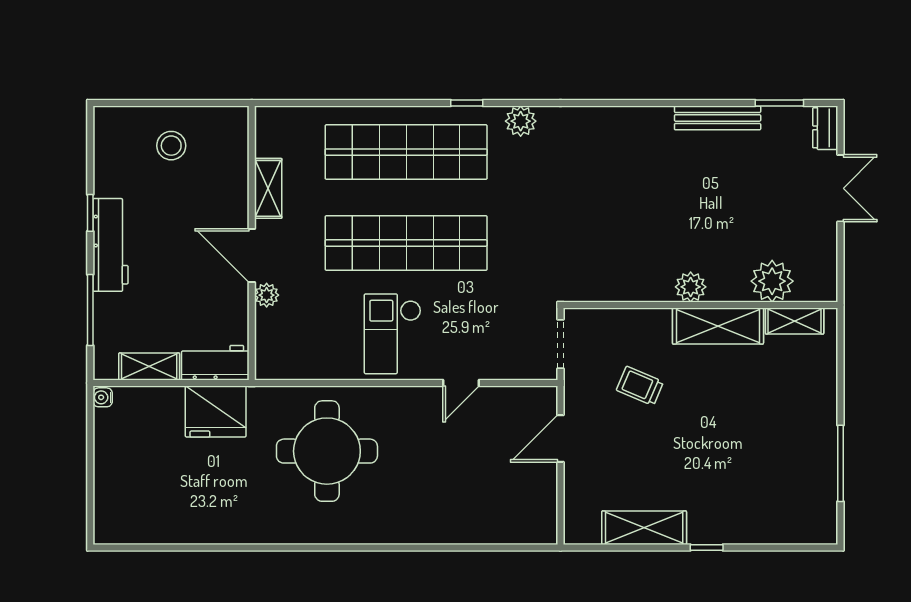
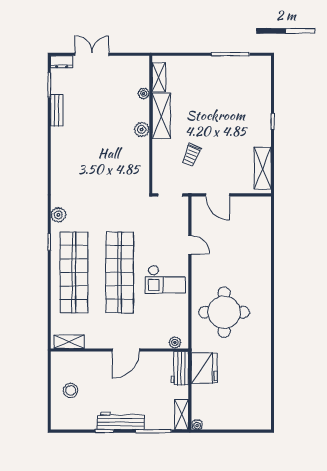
bench: (718, 118) -> (57, 110), width x0.73
shelving: (268, 188) -> (69, 342), moved
plant: (772, 281) -> (144, 93), width x0.53, depth x0.53
plant: (267, 295) -> (175, 343), moved
shelving: (149, 366) -> (182, 415), moved
shelving: (644, 528) -> (263, 168), moved

